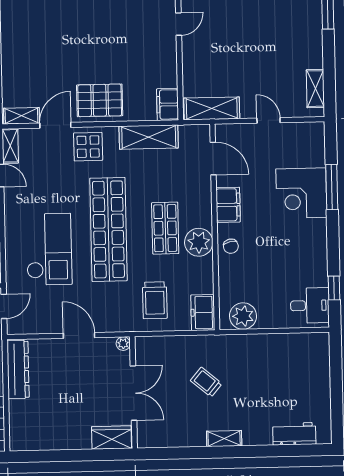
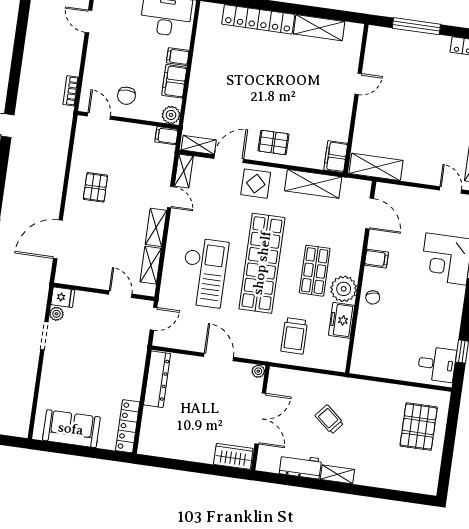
pallet: (100, 100) -> (273, 142), width x0.67, depth x0.71
door: (269, 120) -> (451, 190), moved
filing cabinet: (228, 205) -> (376, 259), width x0.50
freezer: (203, 313) -> (342, 320), moved
plant: (243, 316) -> (373, 364), removed
pallet: (301, 374) -> (419, 427), added
workbench: (294, 434) -> (300, 466), moved

